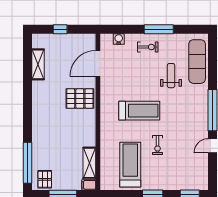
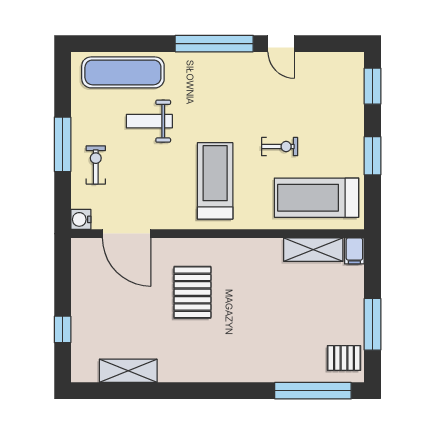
door: (98, 63) -> (127, 234), moved
wall: (98, 112) -> (218, 234), moved
shelving: (89, 163) -> (313, 250), moved
filing cabinet: (89, 185) -> (354, 251), moved

